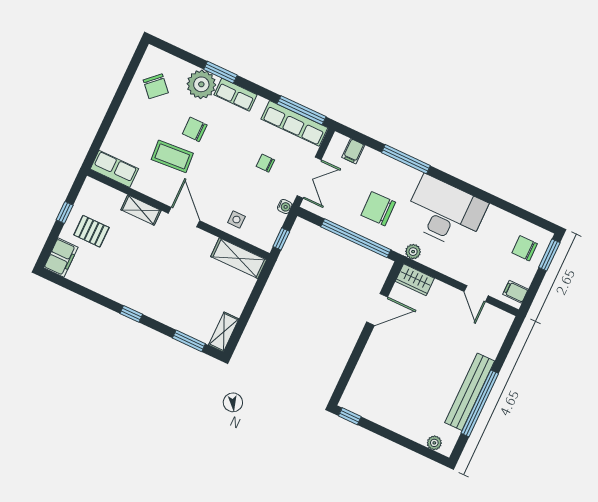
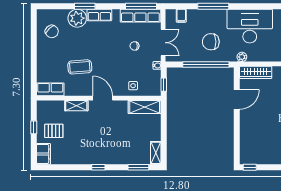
chair: (195, 129) -> (85, 46), removed
wardrobe: (415, 280) -> (256, 72), width x1.50

